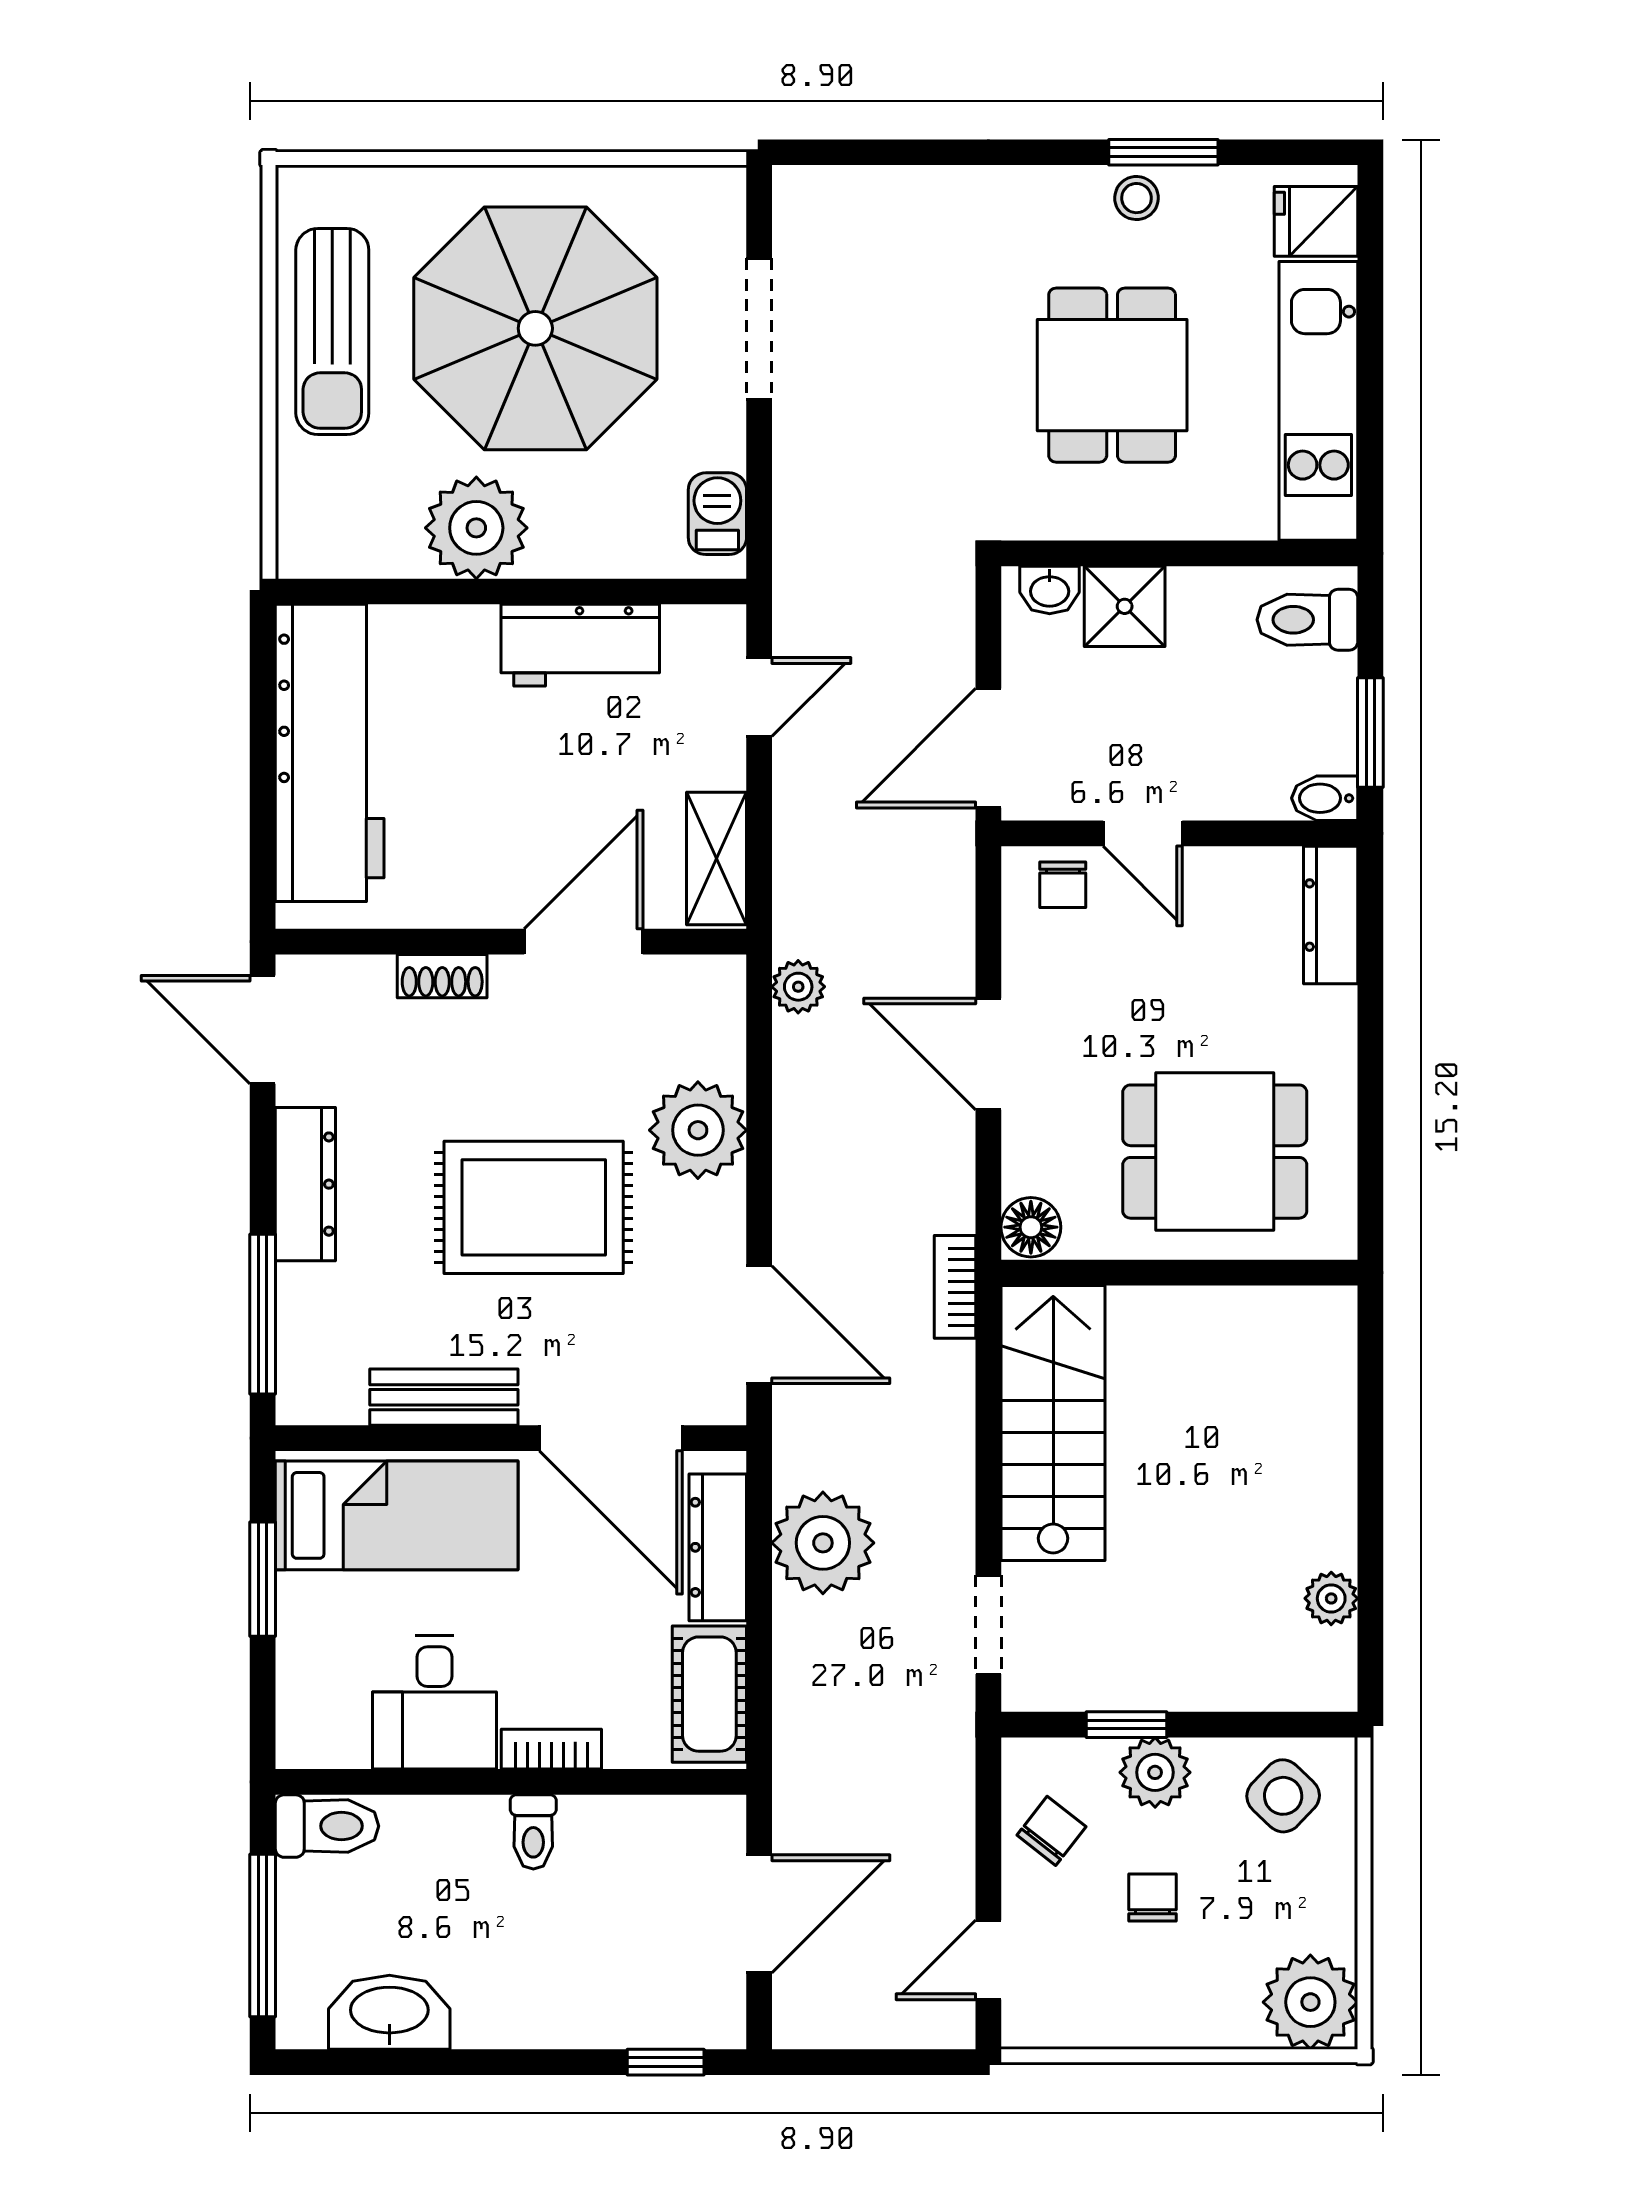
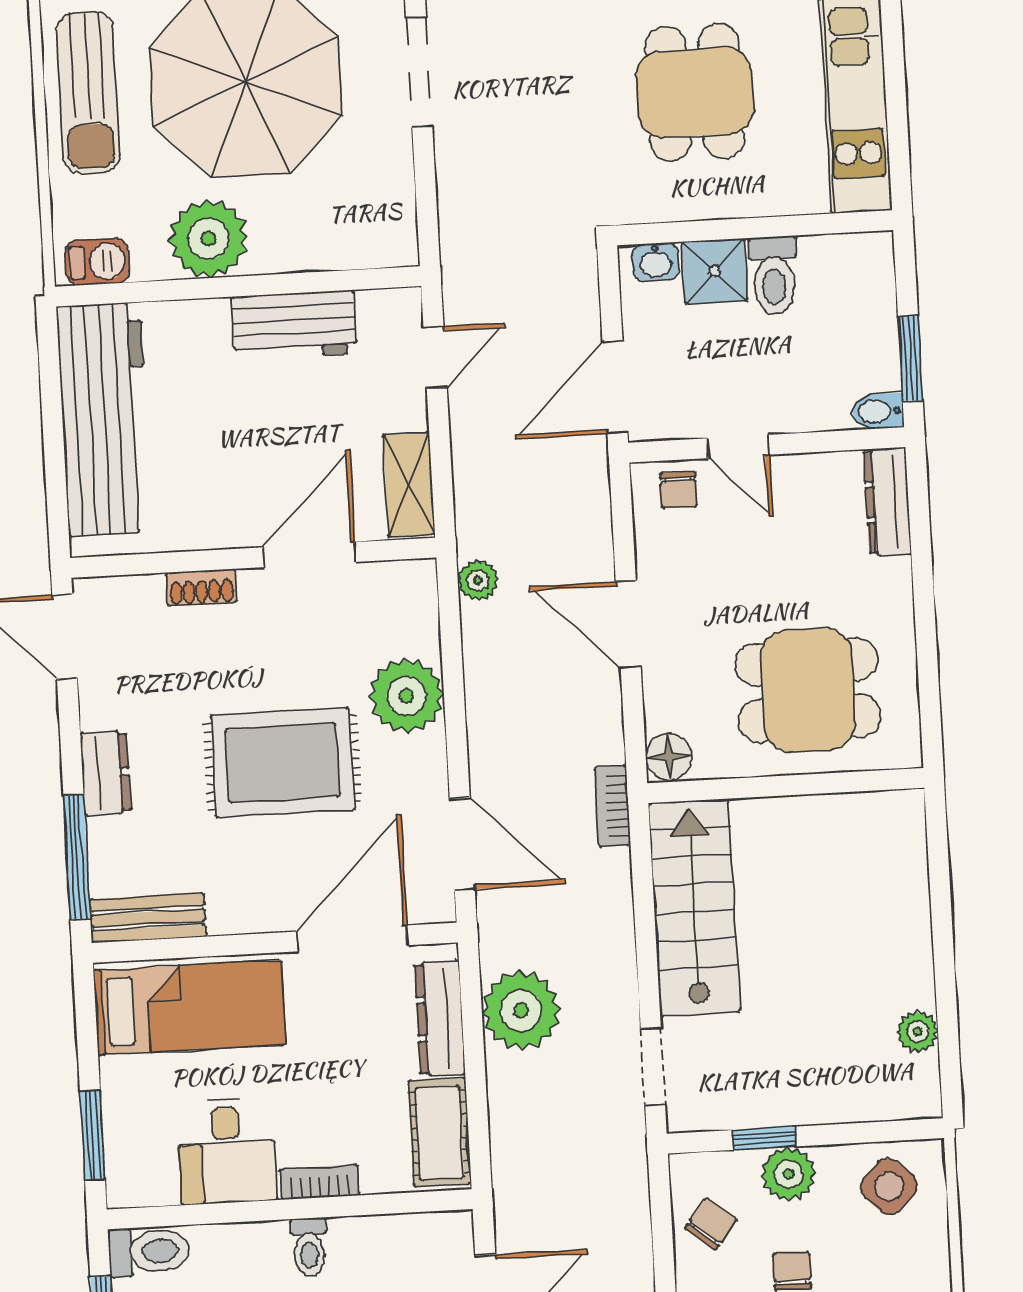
barbecue: (717, 514) -> (97, 262), moved, turned 90
toilet: (1307, 620) -> (774, 276), moved, turned -90
dresser: (305, 1184) -> (105, 773), width x0.70
bench: (444, 1397) -> (148, 918), moved
door: (611, 1438) -> (352, 938), swing flipped
window: (263, 1579) -> (92, 1135), moved

